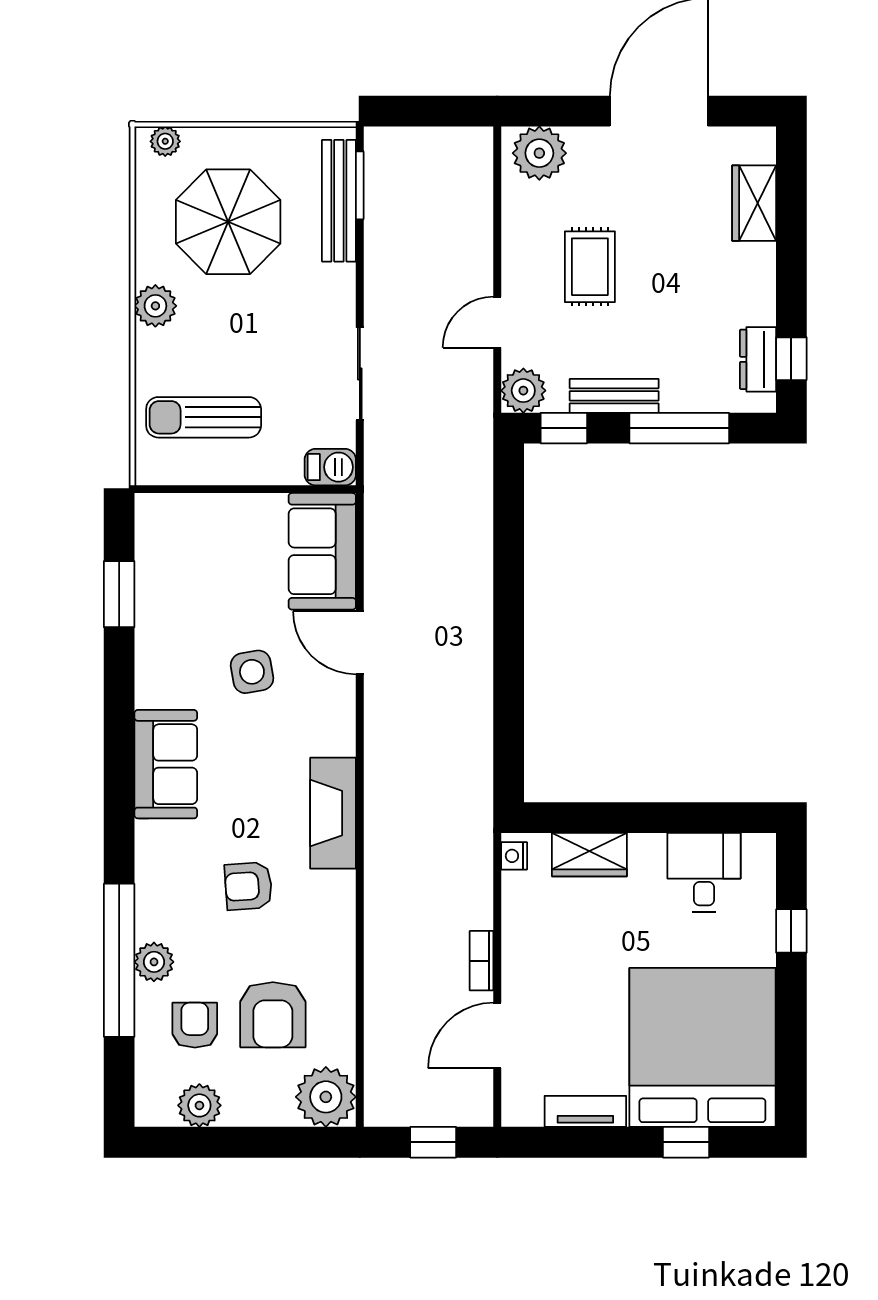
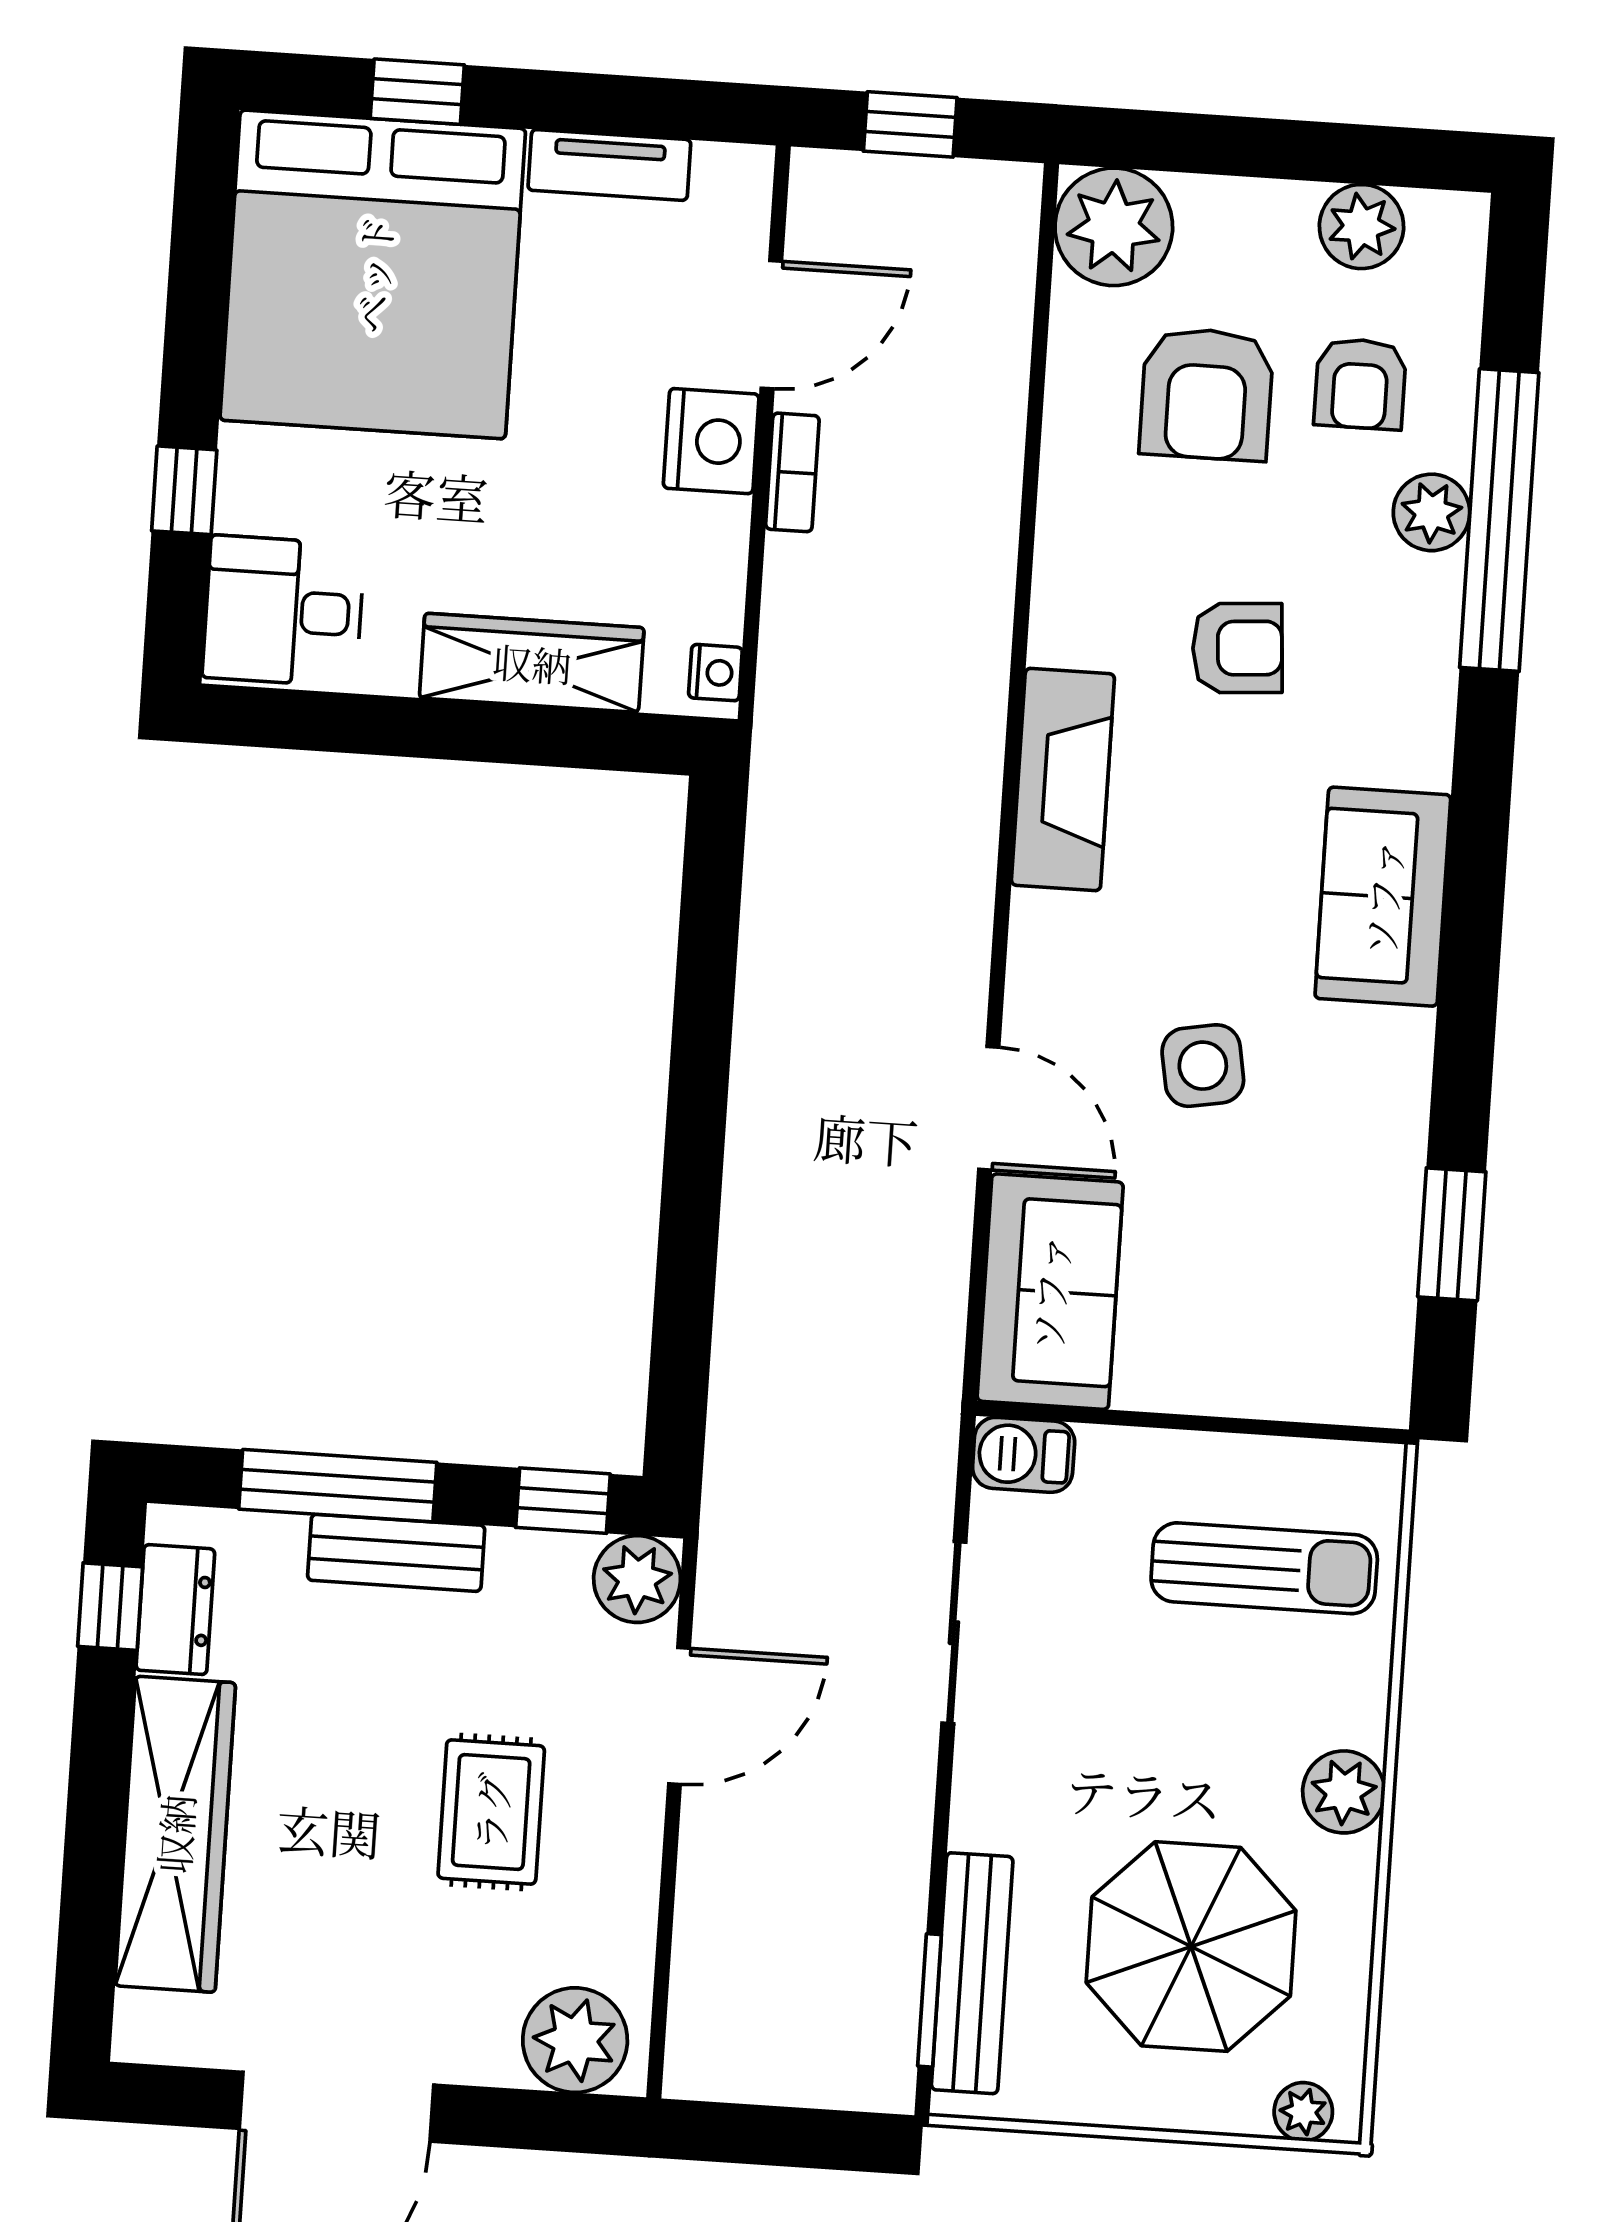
wardrobe: (754, 203) -> (175, 1834), width x2.10, depth x1.17
door: (497, 322) -> (679, 1716), width x1.38
bench: (614, 396) -> (396, 1553), moved
wardrobe: (589, 855) -> (532, 663), width x1.50
desk: (704, 872) -> (283, 611), moved, turned 90
nightstand: (524, 974) -> (711, 441), added
armchair: (273, 1015) -> (1206, 394), turned 180

